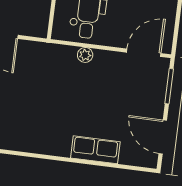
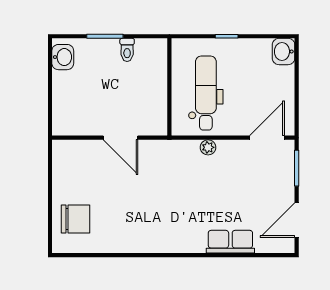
door: (163, 137) -> (297, 220), hinge flipped

